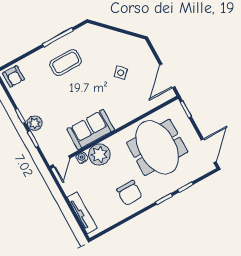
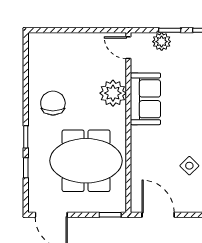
plant: (35, 123) -> (162, 42), moved
water cooler: (82, 158) -> (120, 72), removed
chair: (130, 193) -> (53, 103), turned 90
tv unit: (82, 213) -> (60, 39), removed

